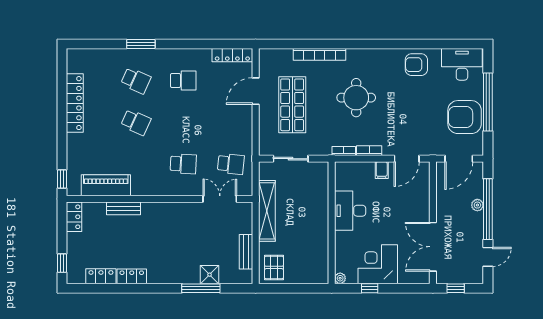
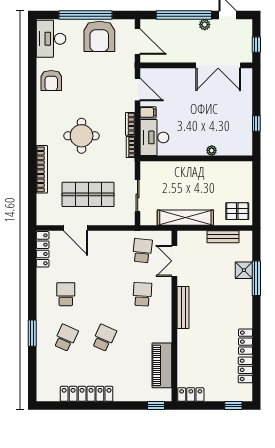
plant: (477, 205) -> (205, 25), moved
bench: (123, 208) -> (183, 307), moved, width x1.36
desk: (350, 211) -> (154, 137), moved, turned 90
corner desk: (378, 264) -> (234, 116), removed
plant: (340, 278) -> (212, 150), moved

